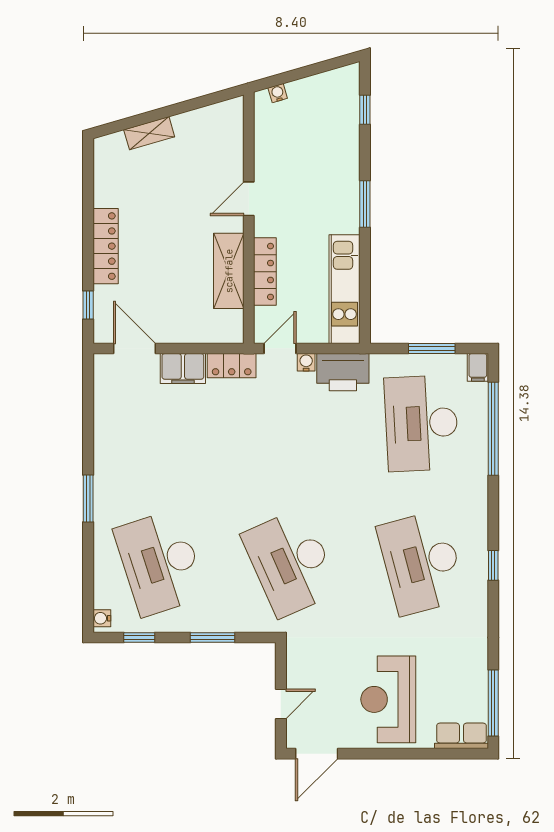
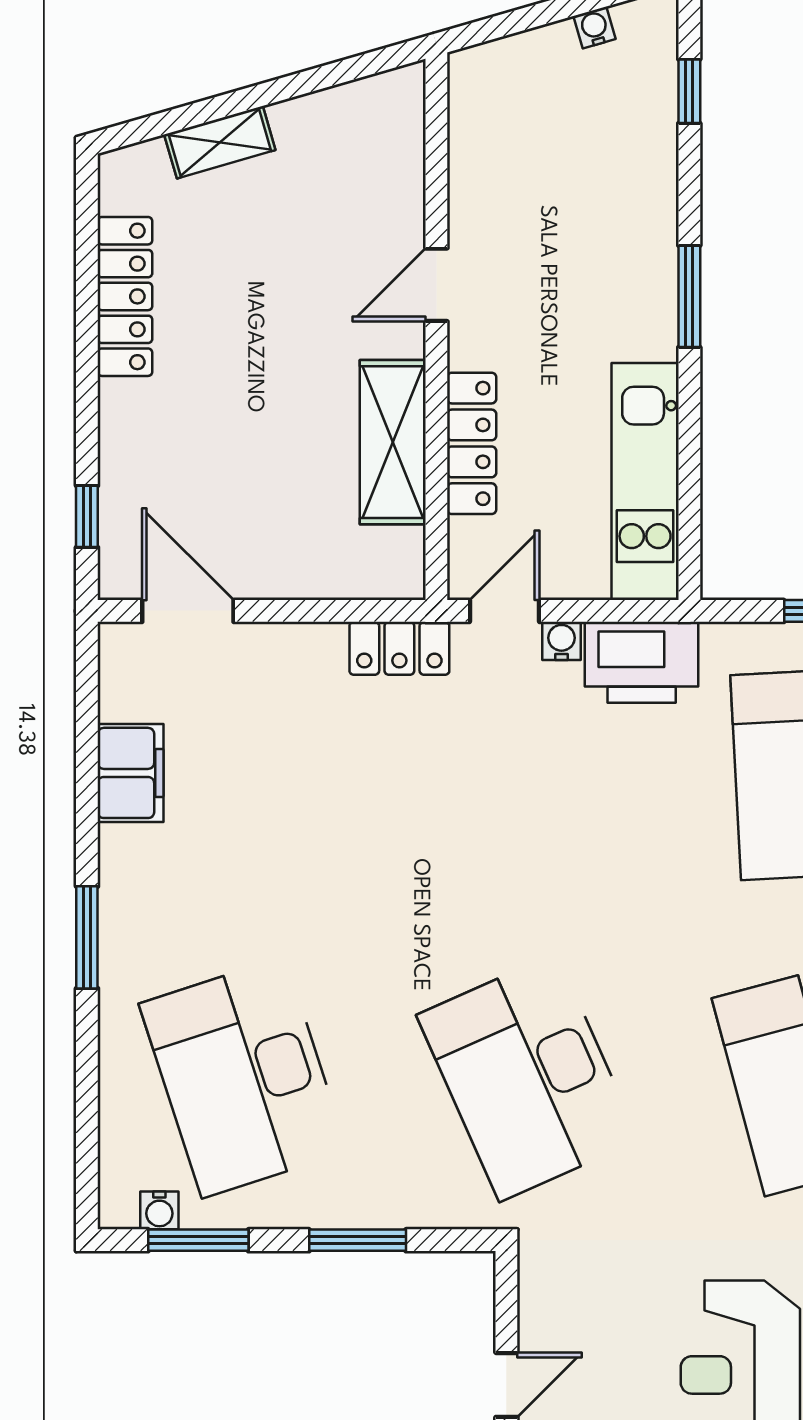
water cooler: (278, 93) -> (595, 28), moved
locker: (106, 246) -> (125, 296), moved
filing cabinet: (183, 368) -> (130, 773), moved, turned -90
water cooler: (102, 618) -> (159, 1210), moved, turned -90
window: (139, 637) -> (198, 1240), width x1.50

